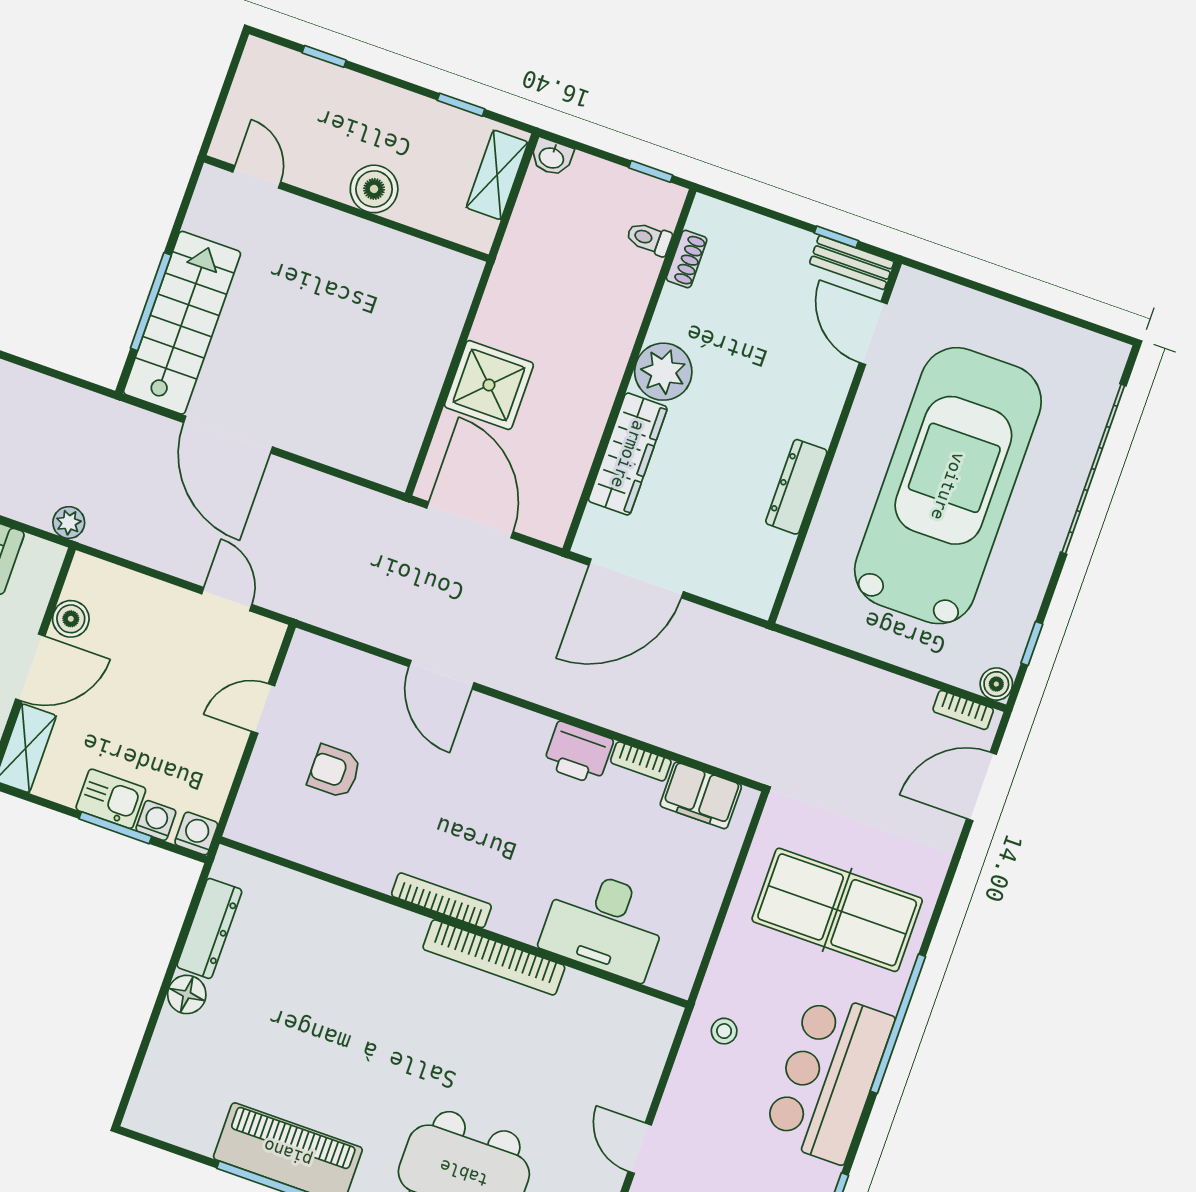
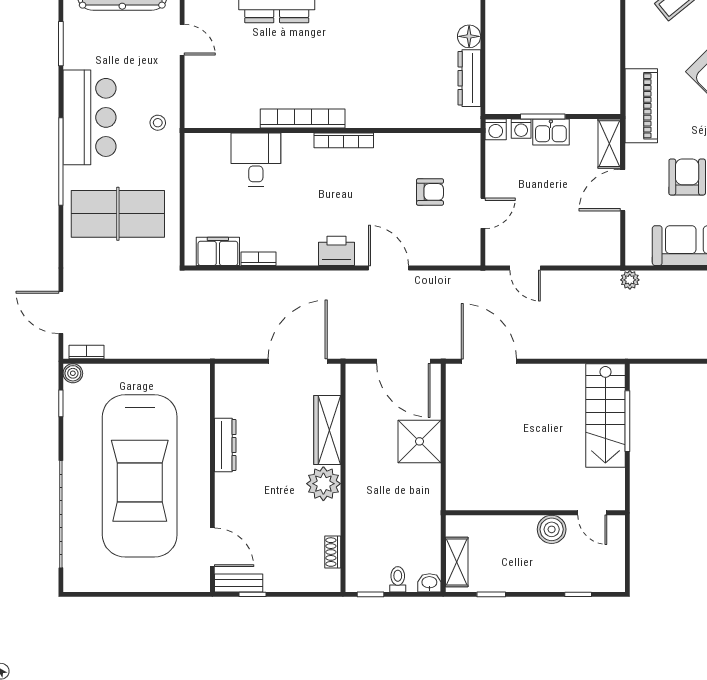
boiler: (374, 189) -> (552, 529), moved
toilet: (649, 239) -> (398, 579), moved, turned -90
door: (228, 435) -> (489, 361), moved
boiler: (71, 619) -> (609, 226), removed
printer: (578, 753) -> (337, 251), moved
door: (981, 786) -> (61, 312), swing flipped
desk: (605, 924) -> (256, 159), width x0.73

